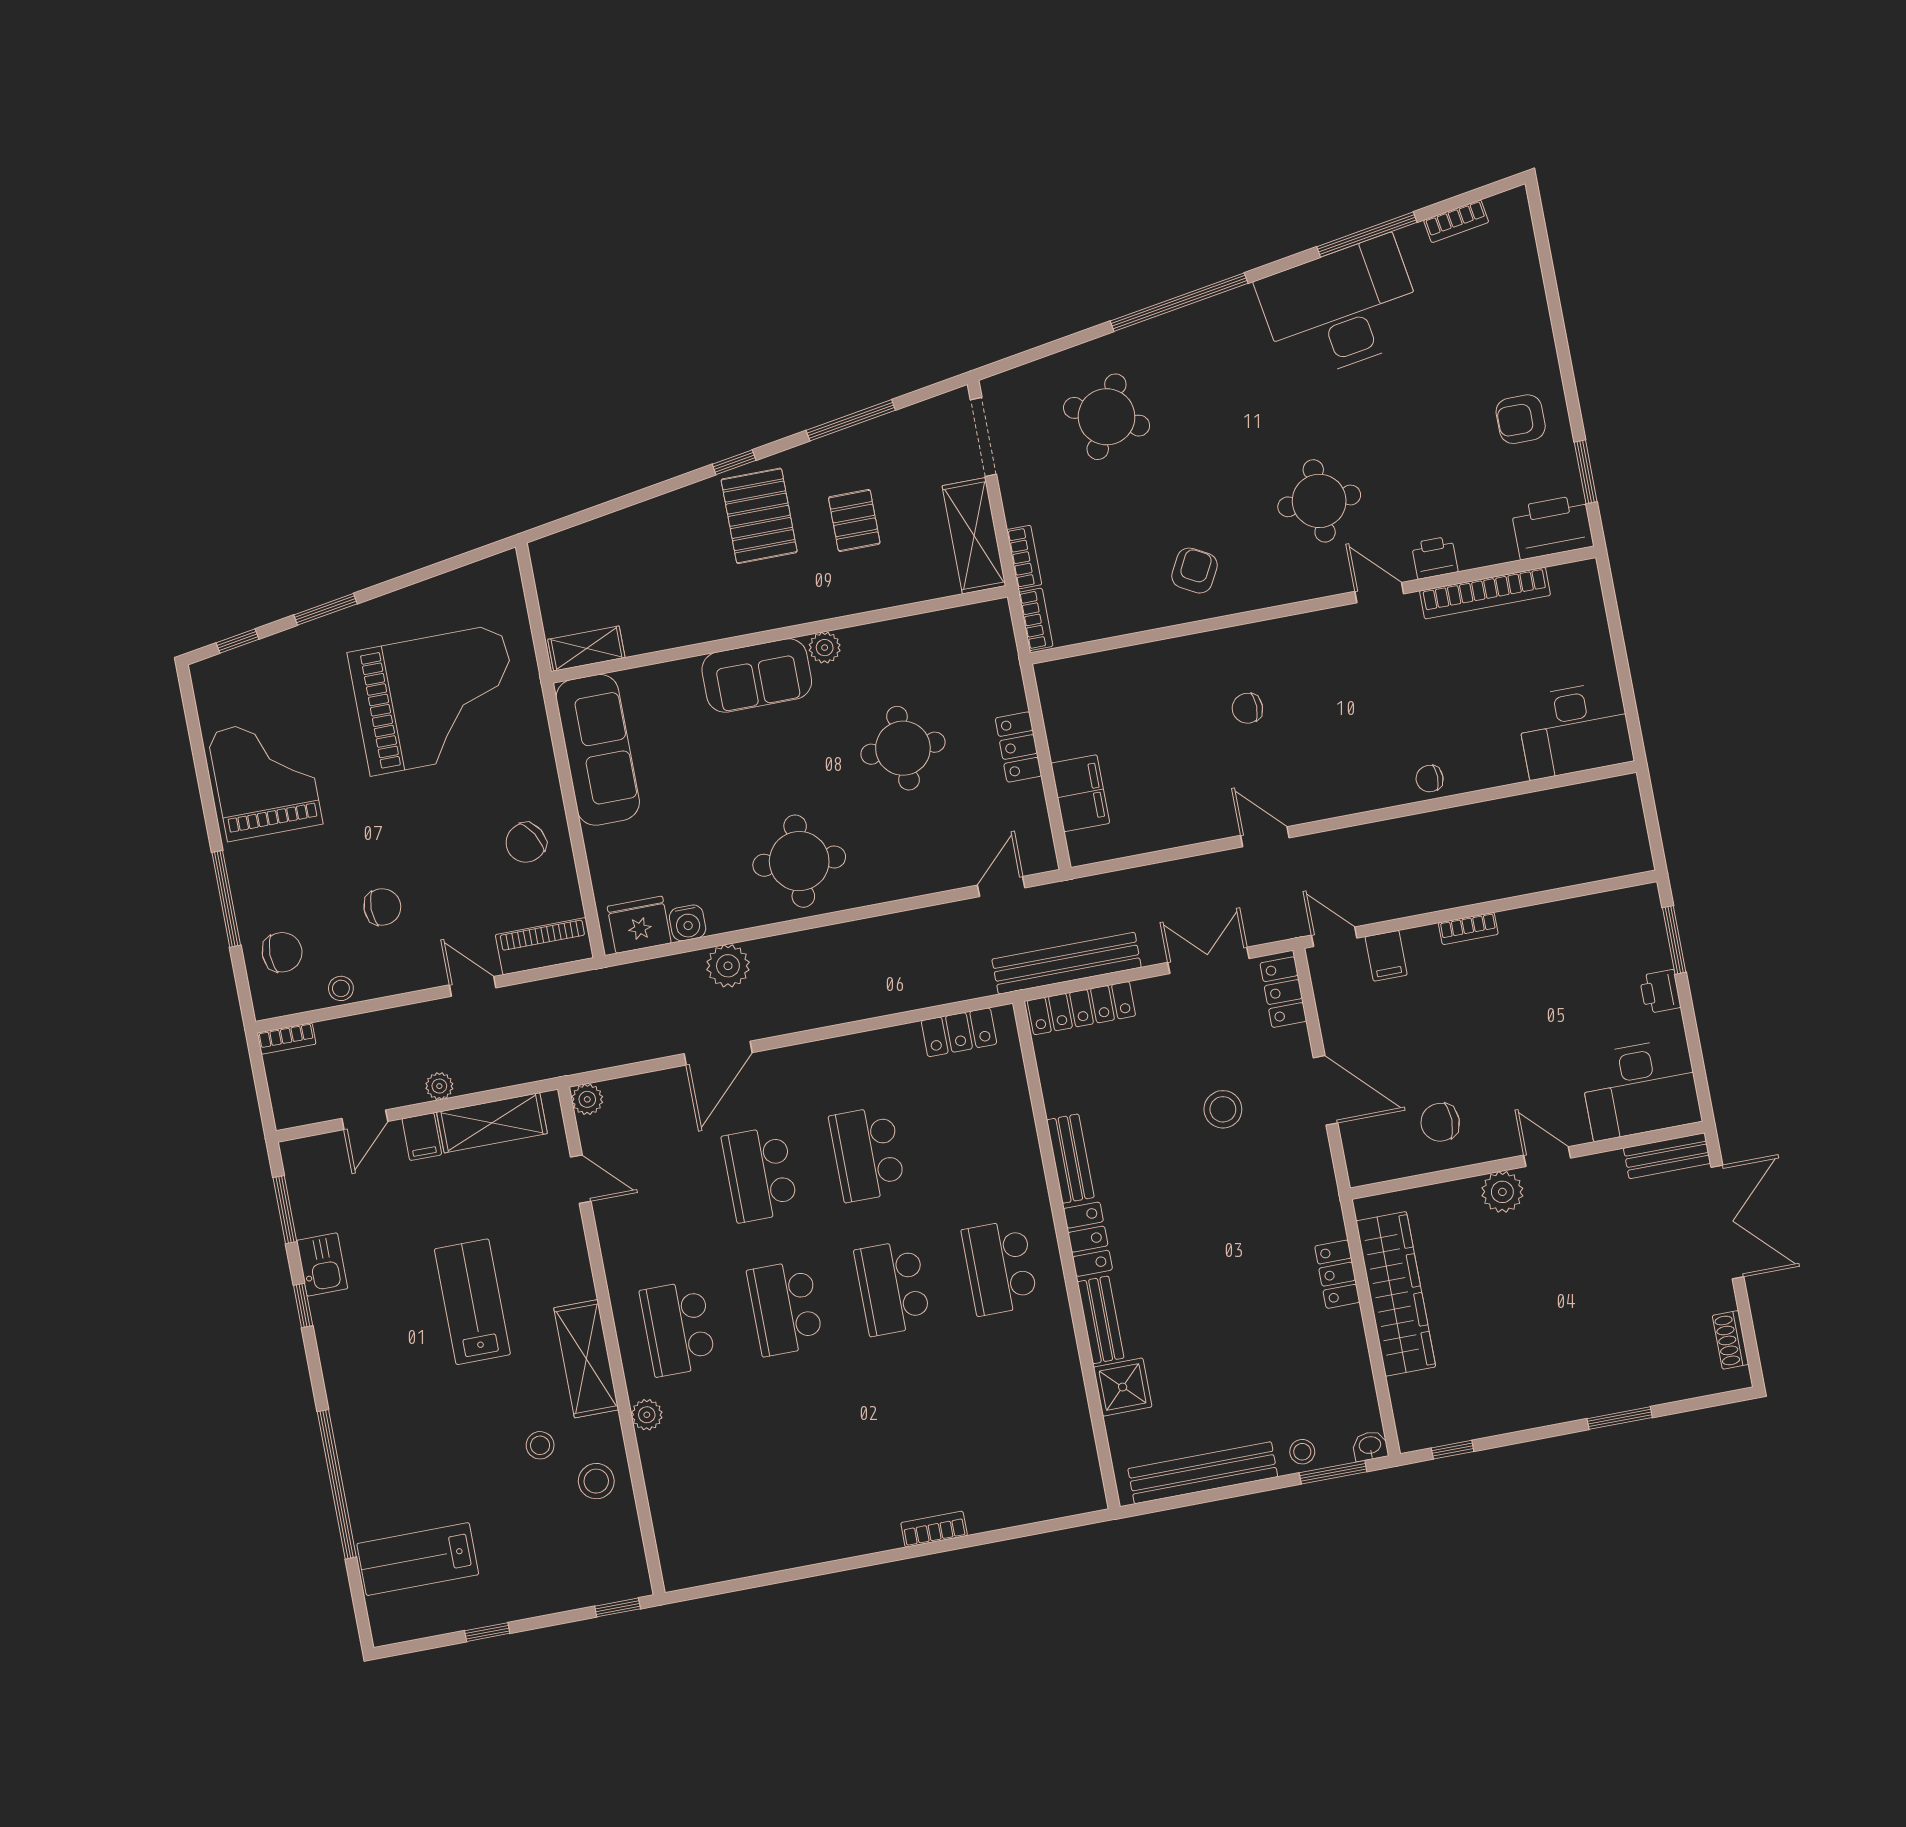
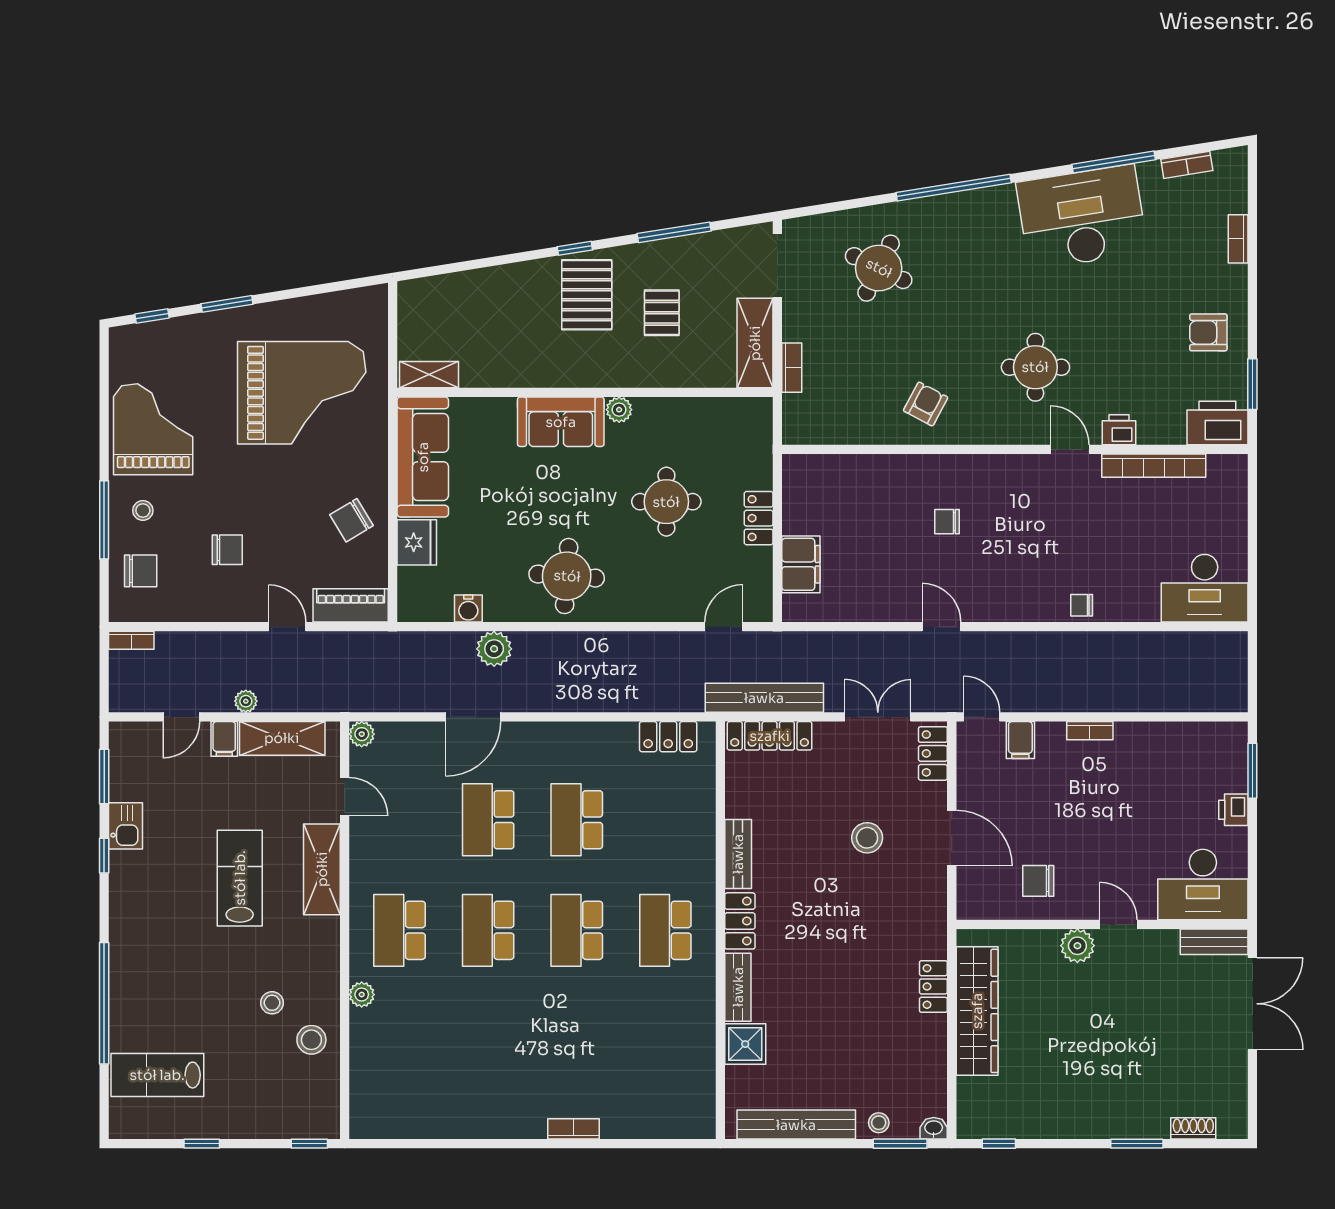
bookcase: (1036, 619) -> (1238, 239), moved, turned 180
fridge: (639, 925) -> (417, 542), moved, turned 90
stool: (341, 988) -> (143, 510), moved
shoe rack: (1730, 1340) -> (1193, 1128), moved, turned 90
shelving: (586, 1359) -> (322, 869), moved

